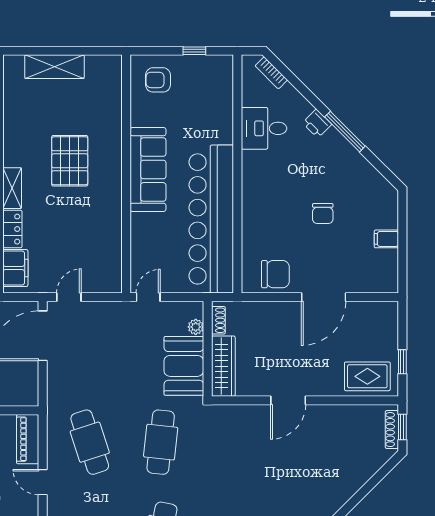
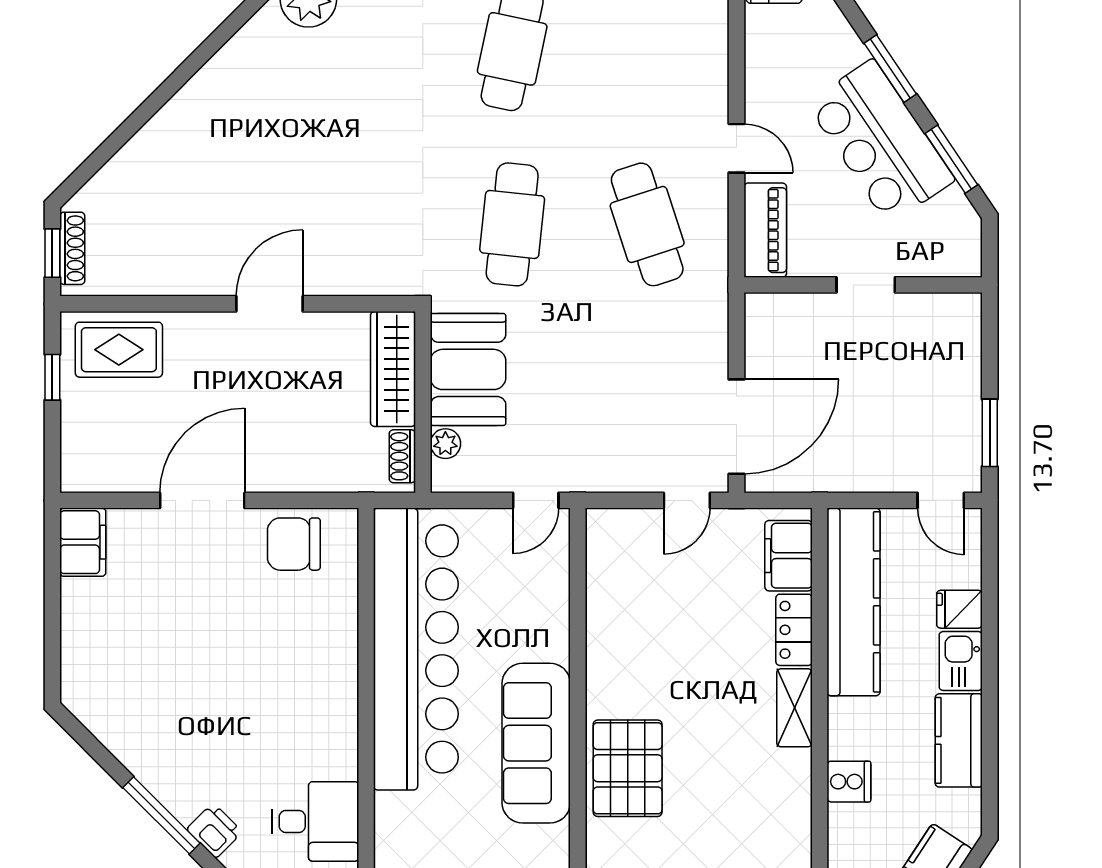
pallet: (70, 161) -> (628, 768), moved
chair: (323, 214) -> (204, 659), removed
filing cabinet: (386, 239) -> (83, 542), moved, width x2.00

